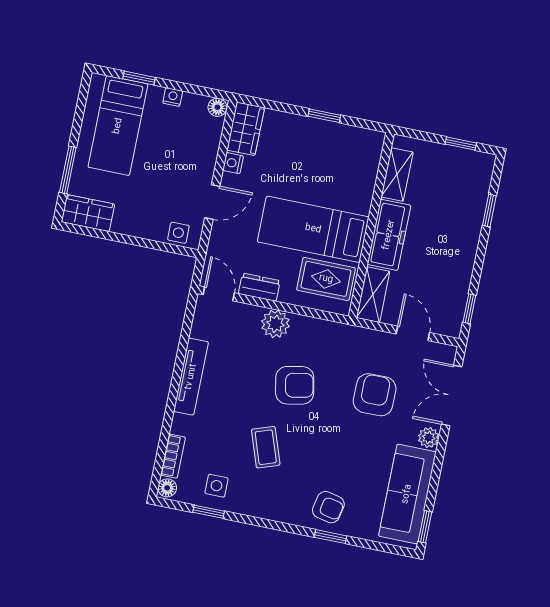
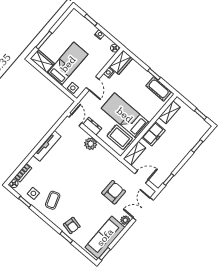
bed: (118, 126) -> (68, 64), moved, turned 180
cot: (350, 140) -> (159, 89), added
door: (212, 202) -> (92, 83), hinge flipped
freezer: (389, 235) -> (153, 134), width x0.71
door: (413, 333) -> (142, 177), hinge flipped
armchair: (295, 385) -> (85, 171), removed
coffee table: (266, 447) -> (53, 200), moved

